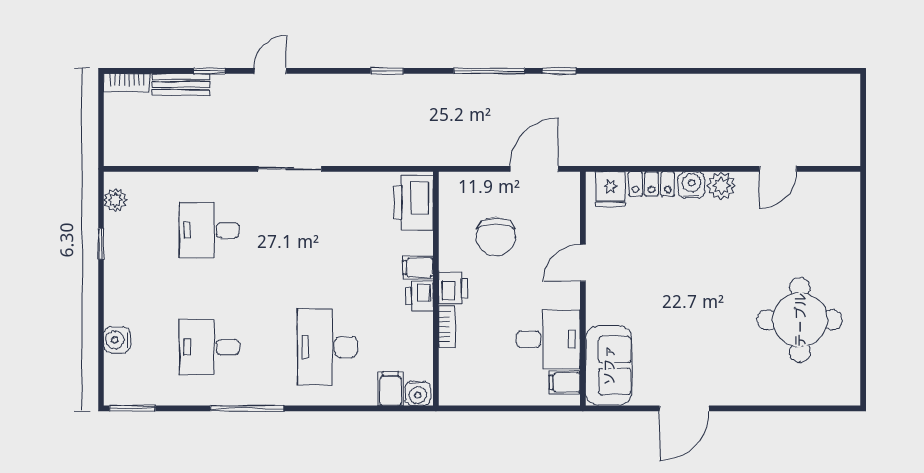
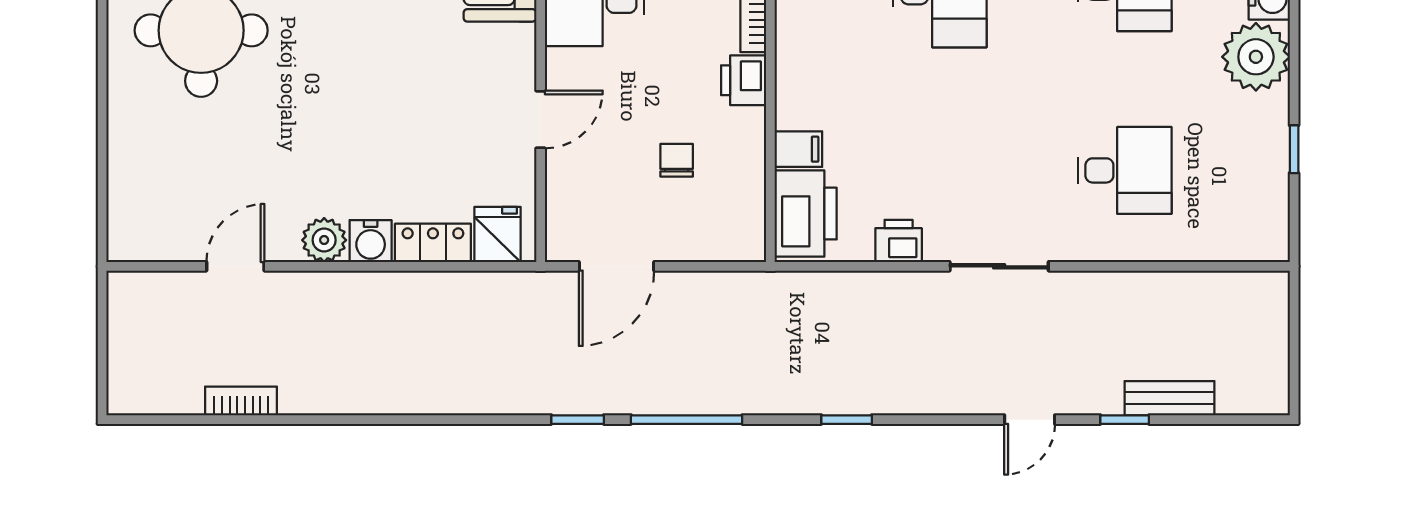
bookcase: (127, 83) -> (241, 401), moved
plant: (115, 200) -> (1256, 57), moved, width x1.87, depth x1.87
chair: (496, 237) -> (677, 160), width x0.54, depth x0.54
filing cabinet: (418, 267) -> (798, 149), moved
printer: (420, 296) -> (899, 241), moved, turned -90

